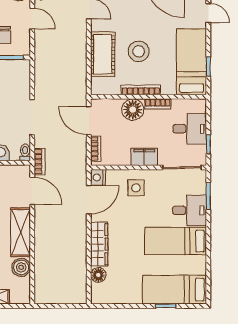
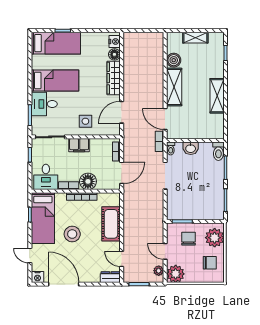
stool: (139, 51) -> (72, 234), moved
door: (89, 121) -> (122, 173), hinge flipped
desk: (190, 129) -> (46, 177), moved, turned -90
nightstand: (98, 177) -> (115, 42), moved

